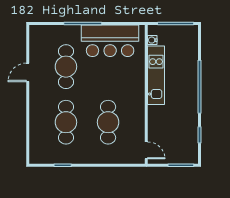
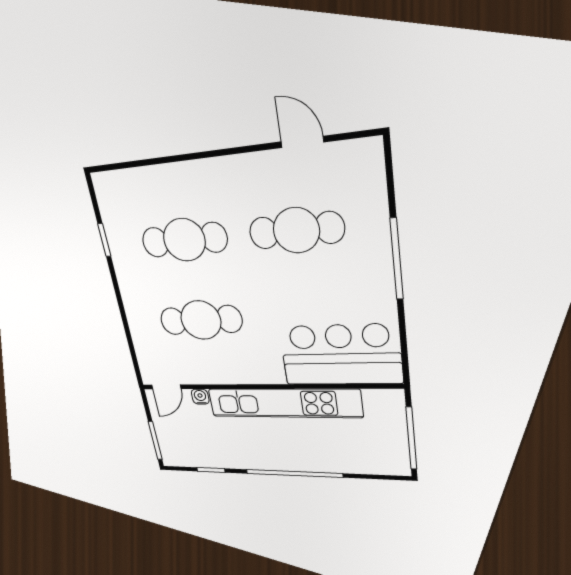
water cooler: (152, 40) -> (200, 397), moved
bar counter: (110, 41) -> (341, 355), moved, turned 90
door: (28, 72) -> (302, 142), moved
kitchen unit: (156, 75) -> (284, 403), width x1.36

